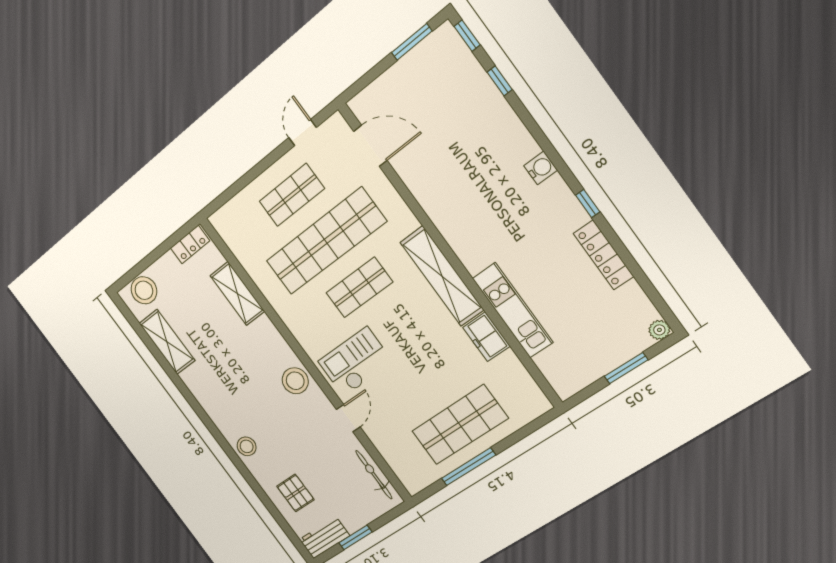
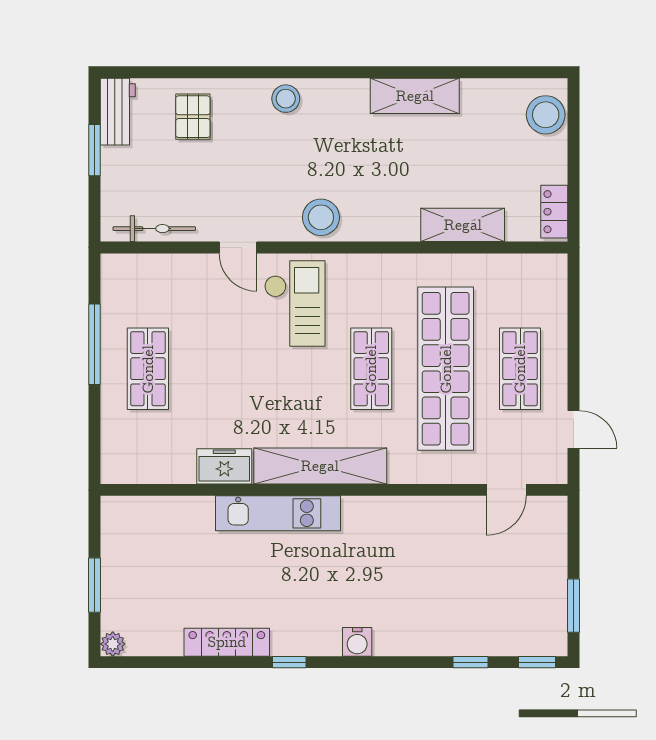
door: (370, 146) -> (506, 490), width x0.73
kitchen unit: (513, 310) -> (278, 513), moved
shelving: (167, 342) -> (415, 96), moved
shop shelf: (460, 425) -> (148, 369), width x0.70, depth x0.74
pallet: (295, 493) -> (193, 117), turned 90

